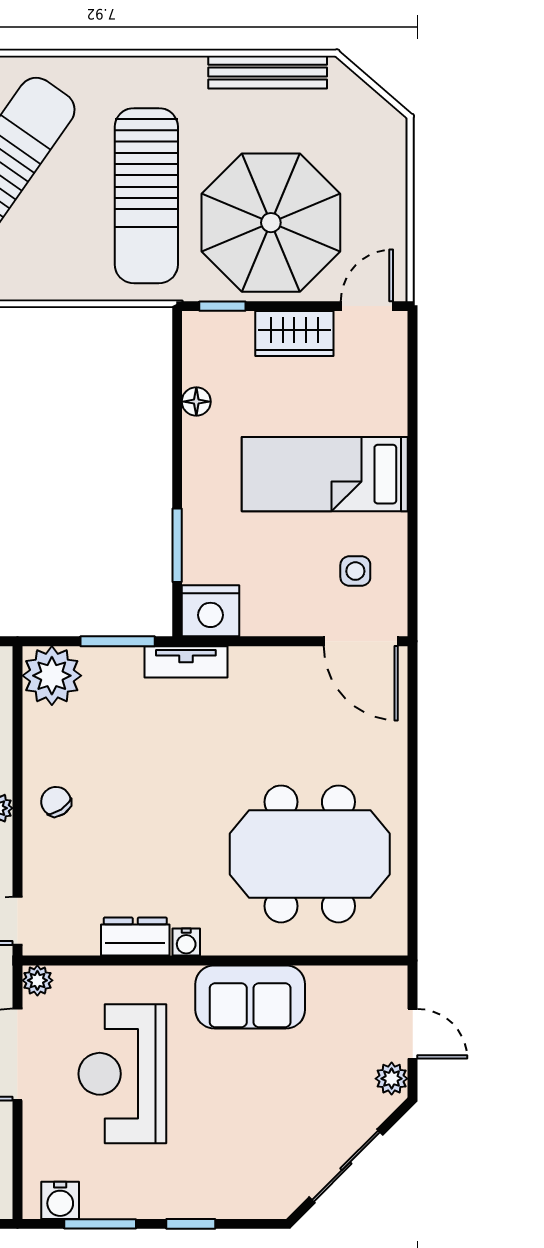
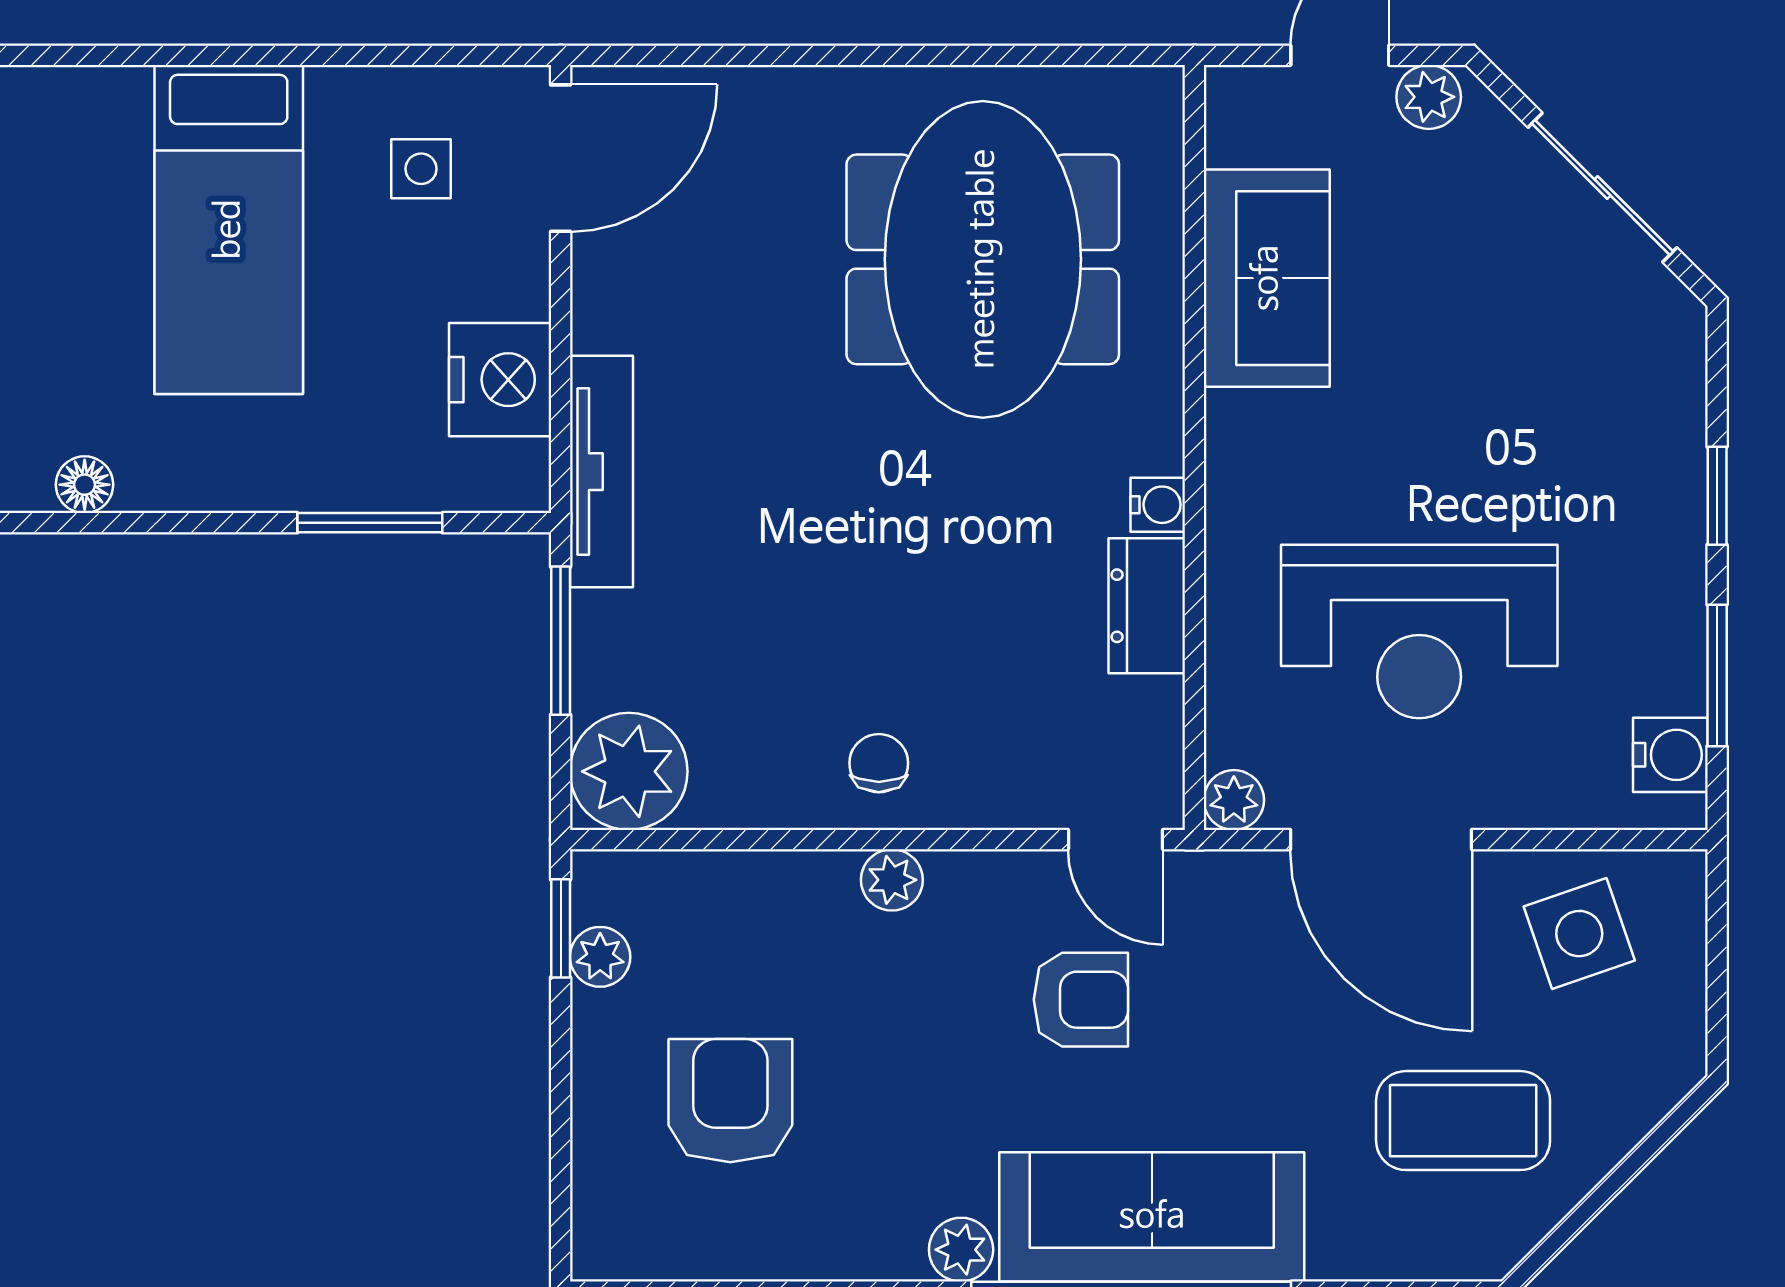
nightstand: (210, 611) -> (500, 380), moved
tv unit: (186, 662) -> (601, 472), width x1.41
chair: (56, 802) -> (879, 763), turned 124
sofa: (250, 997) -> (1267, 278), moved

